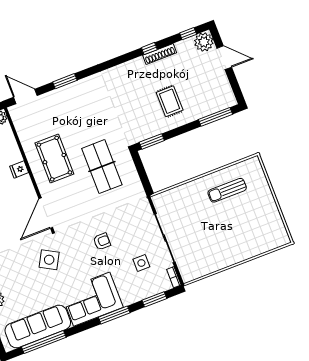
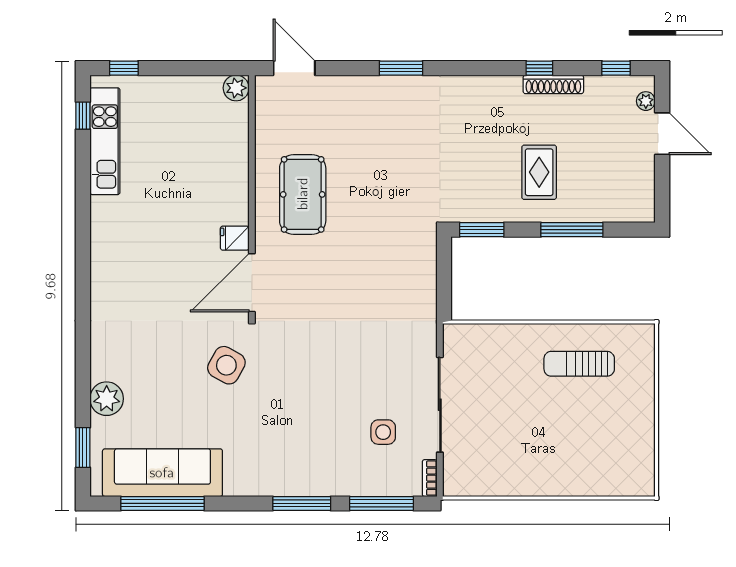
plant: (204, 42) -> (646, 101), width x0.53, depth x0.53
window: (65, 81) -> (401, 68), moved
window: (215, 117) -> (572, 230), moved
table tennis table: (102, 167) -> (379, 240), removed
fridge: (19, 169) -> (235, 238), moved
armchair: (102, 241) -> (329, 369), removed
corner sofa: (92, 299) -> (273, 461), removed
window: (154, 299) -> (381, 503), width x1.44

